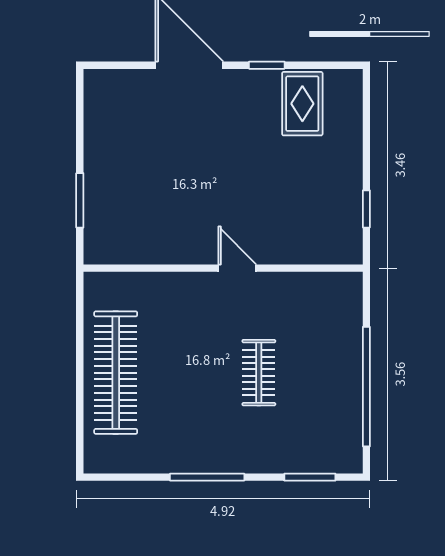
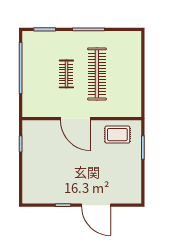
rug: (302, 104) -> (117, 135), moved, turned 90
door: (237, 268) -> (76, 119), width x1.87
clothes rail: (116, 373) -> (97, 74), moved

